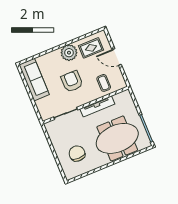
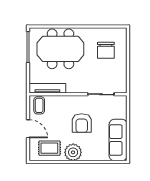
coffee table: (104, 83) -> (39, 105), moved
tv unit: (97, 106) -> (47, 88), moved

